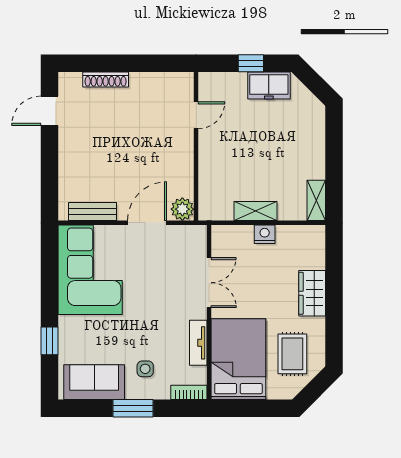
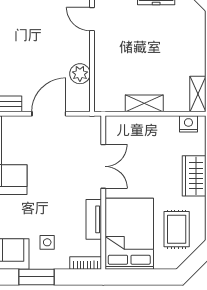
door: (196, 115) -> (92, 19), swing flipped
plant: (182, 209) -> (80, 74), moved
nightstand: (265, 234) -> (188, 124), moved

